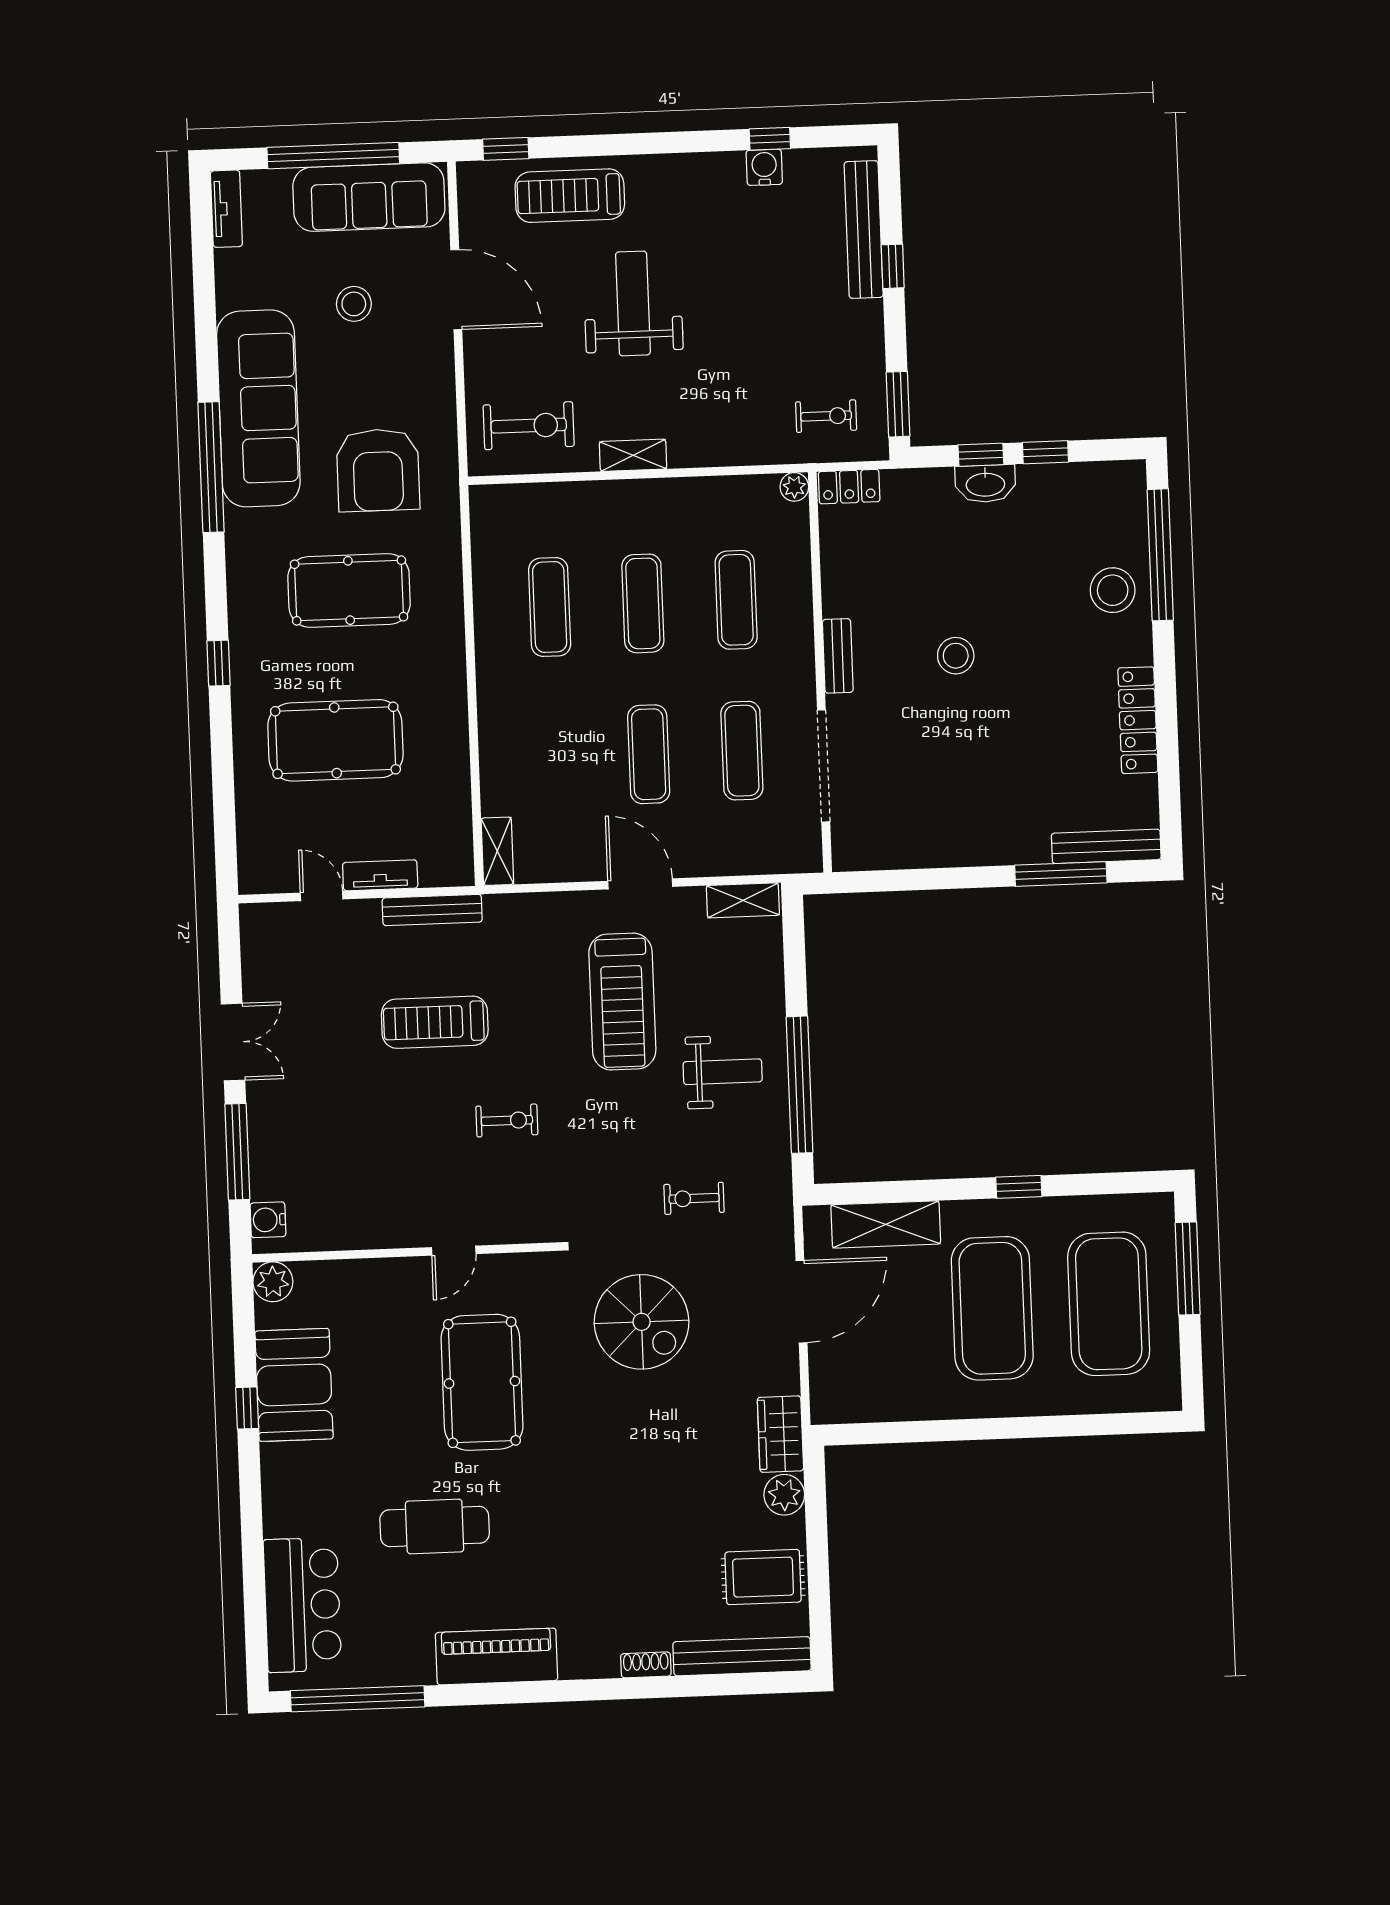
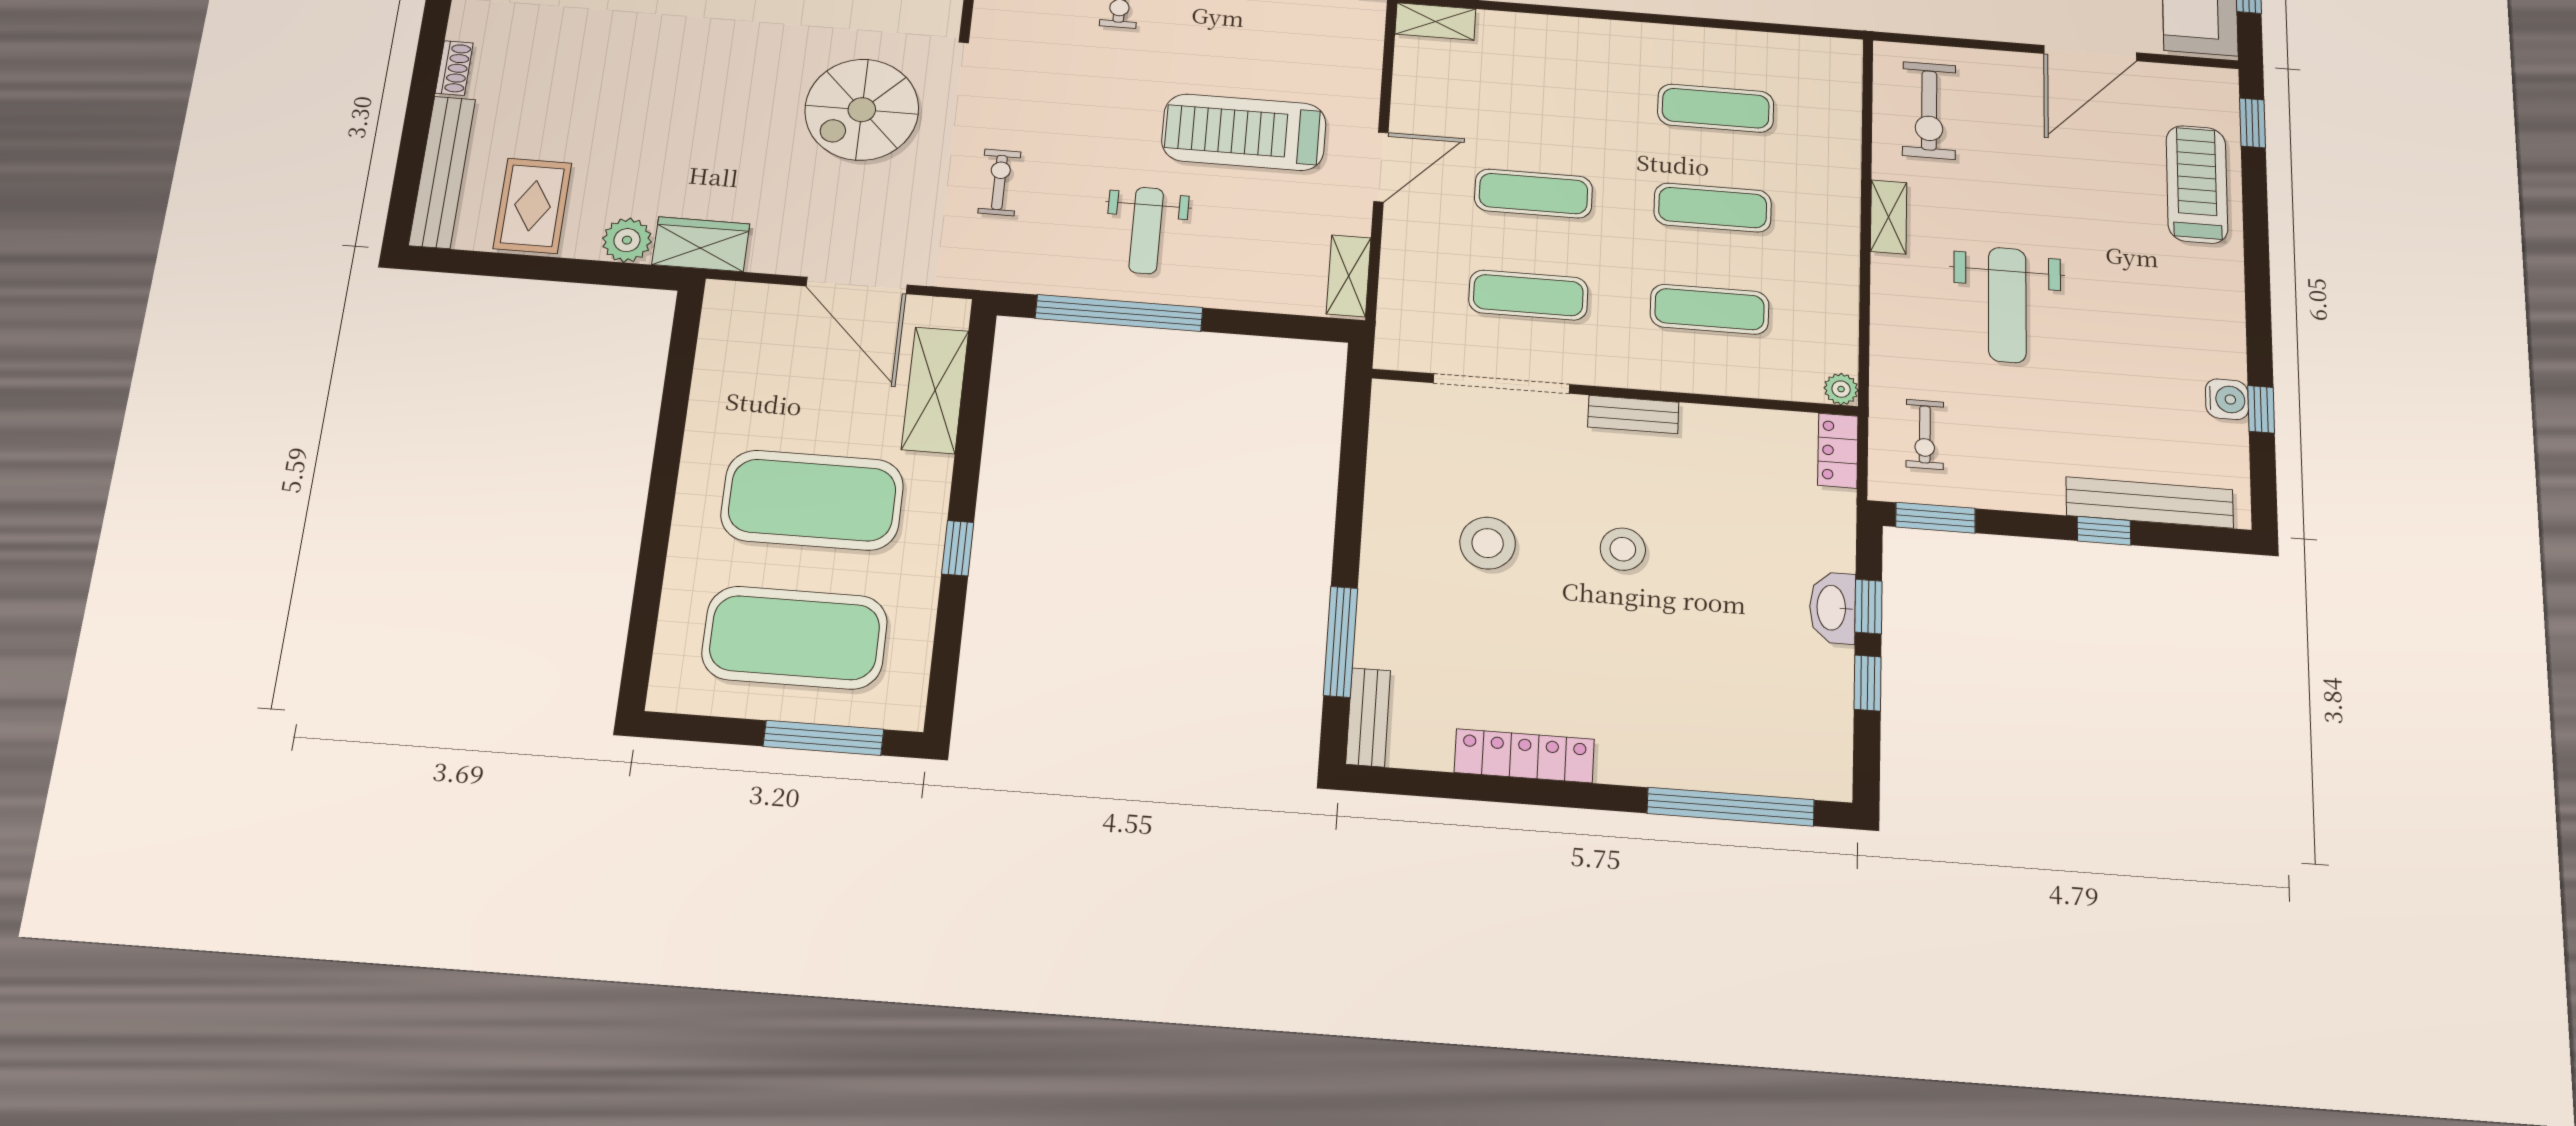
weight bench: (633, 303) -> (2007, 305), moved, turned 90
stool: (1113, 590) -> (1488, 543), moved
bench: (1106, 846) -> (1368, 717), width x0.73

